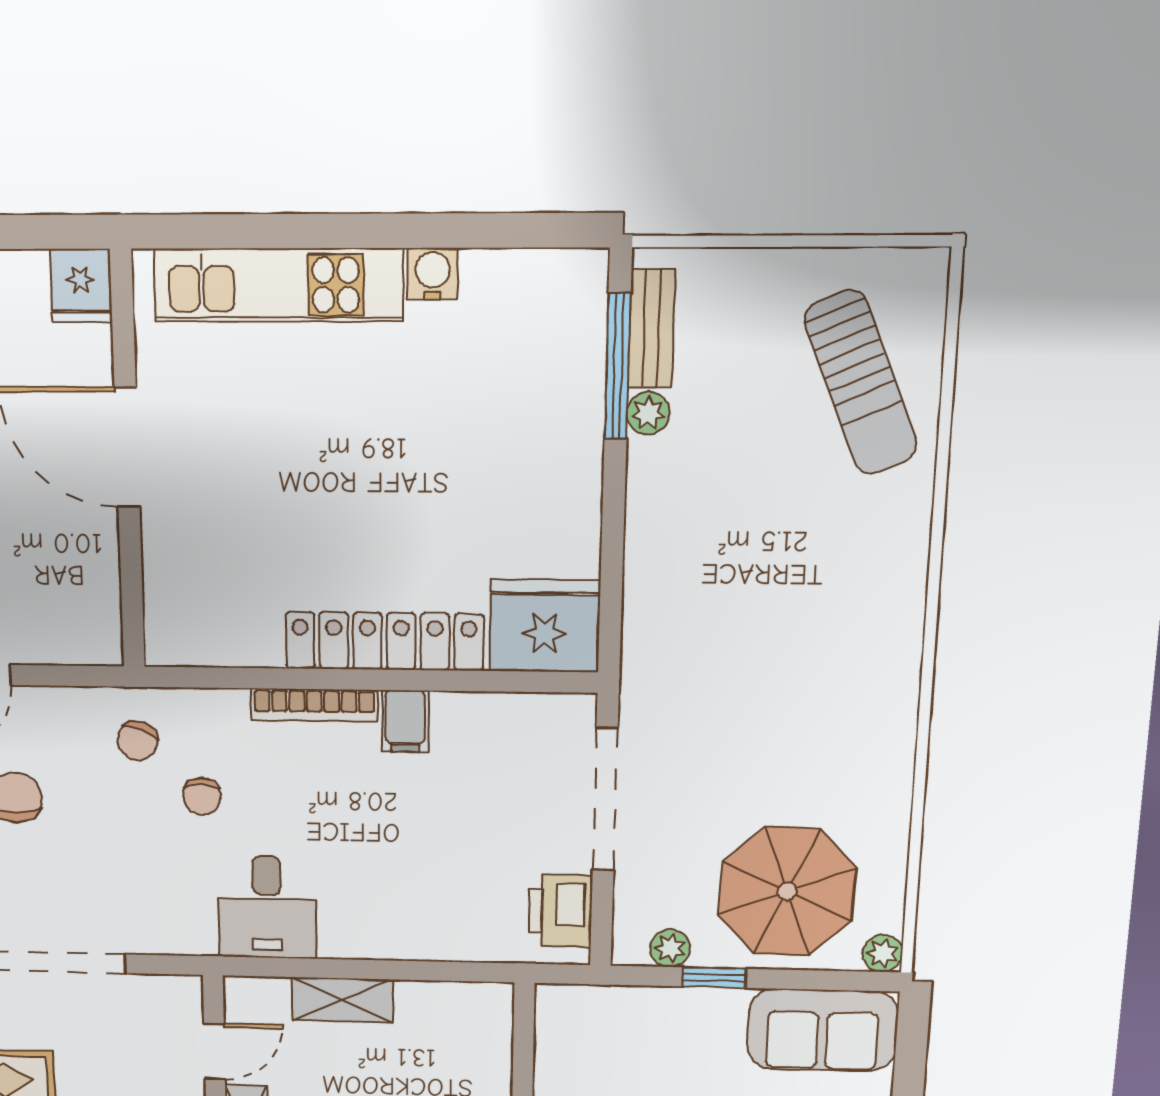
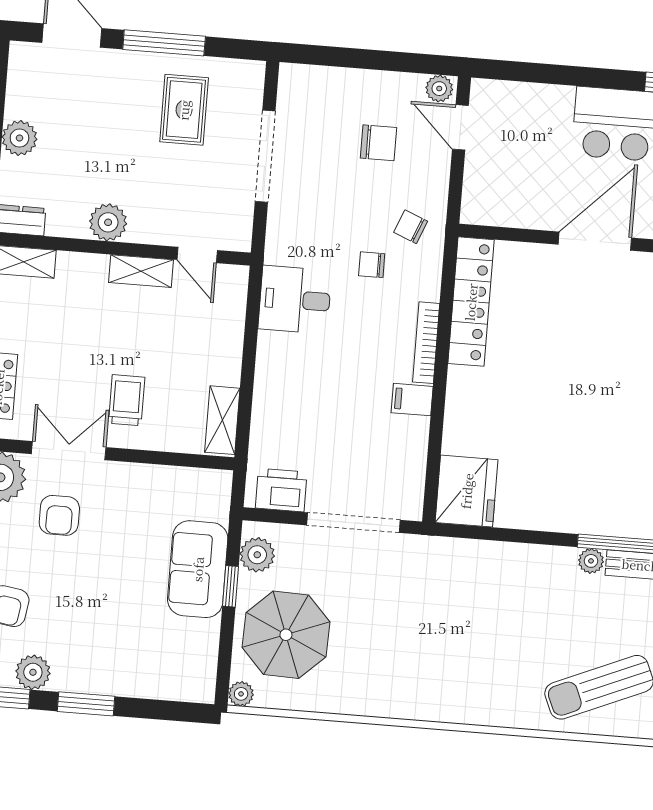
locker: (384, 641) -> (471, 302), moved
plant: (670, 948) -> (257, 555), width x1.38, depth x1.38
shelving: (342, 1000) -> (222, 420), moved
sofa: (822, 1030) -> (198, 569), moved

